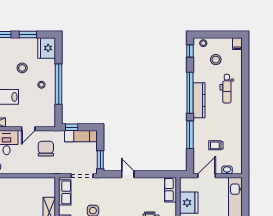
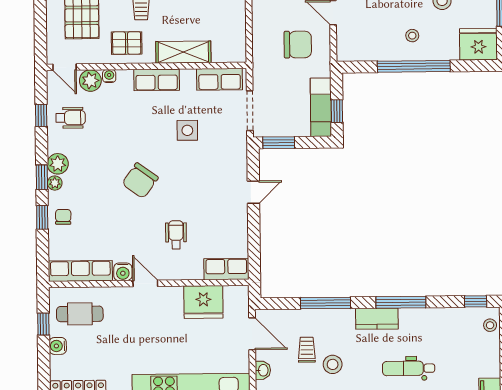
stool: (216, 60) -> (333, 364), moved
window: (190, 93) -> (401, 302), width x0.68
kitchen counter: (199, 100) -> (377, 319), width x0.67
window: (72, 127) -> (337, 111), moved

